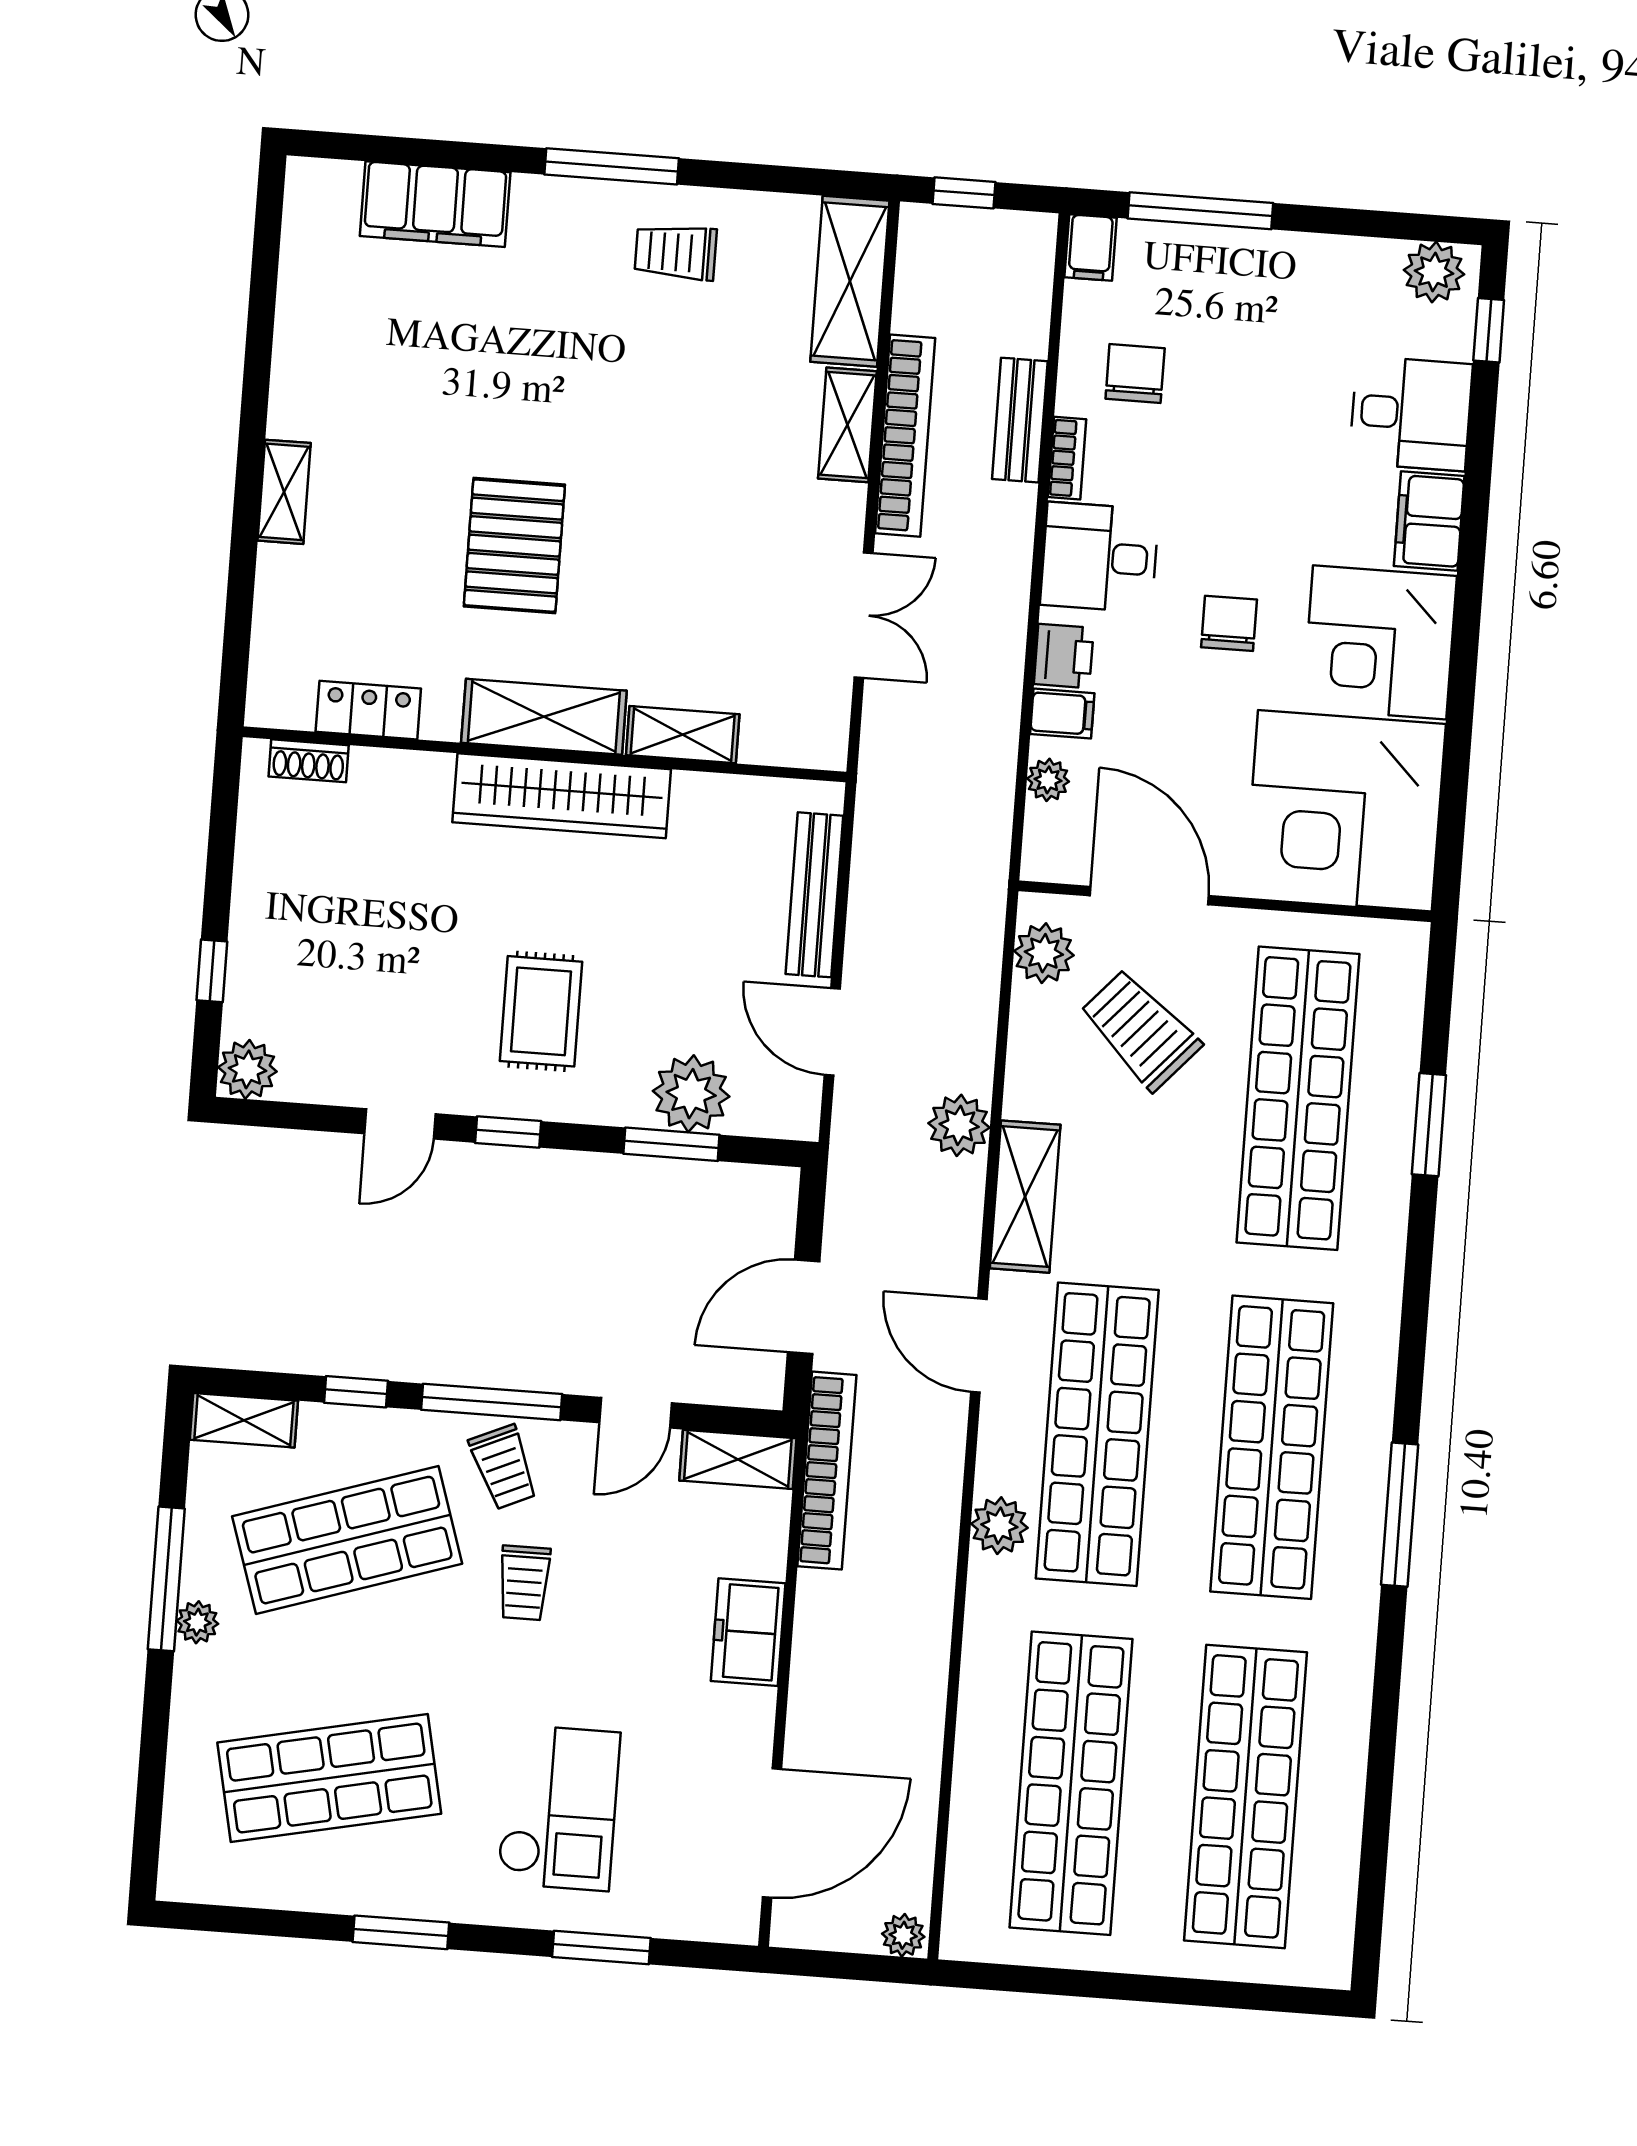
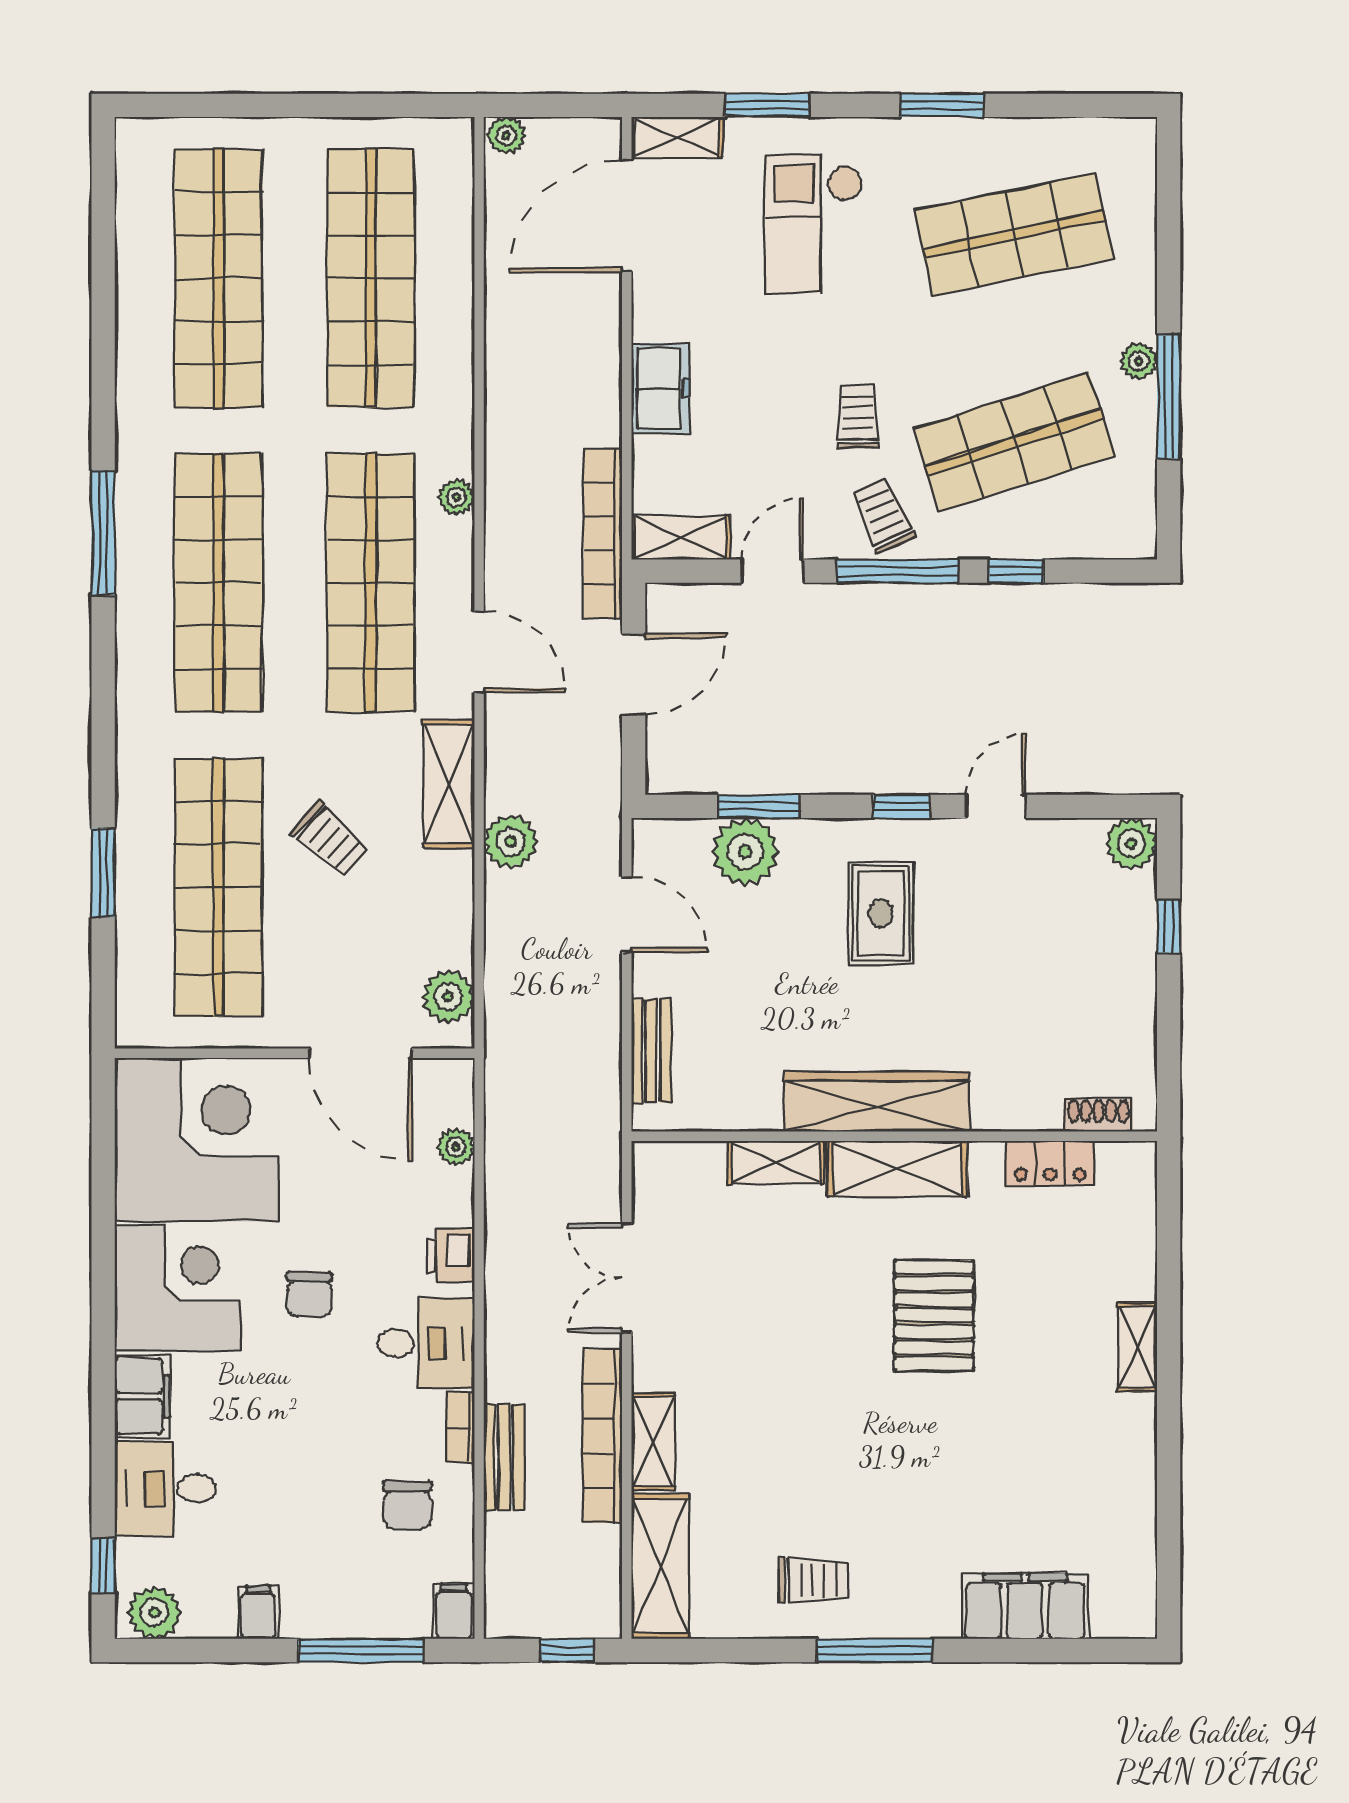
filing cabinet: (1062, 714) -> (258, 1612), moved, turned 90
bench: (814, 895) -> (651, 1051), width x0.73
trolley: (1140, 1030) -> (330, 839), moved, width x0.73, depth x0.72
shelving: (244, 1420) -> (677, 137), moved
plant: (999, 1526) -> (456, 497), width x0.73, depth x0.73

